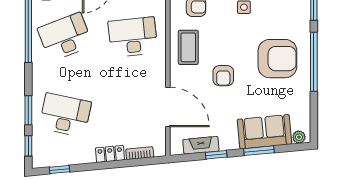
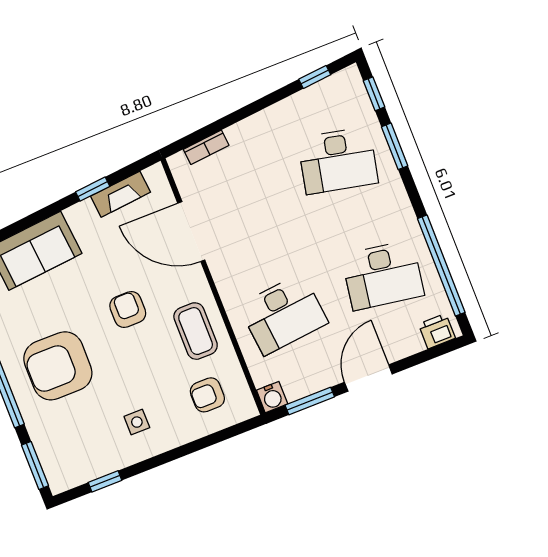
desk: (65, 37) -> (383, 275), turned 30
window: (259, 151) -> (32, 220), removed
locker: (110, 154) -> (249, 129), removed

